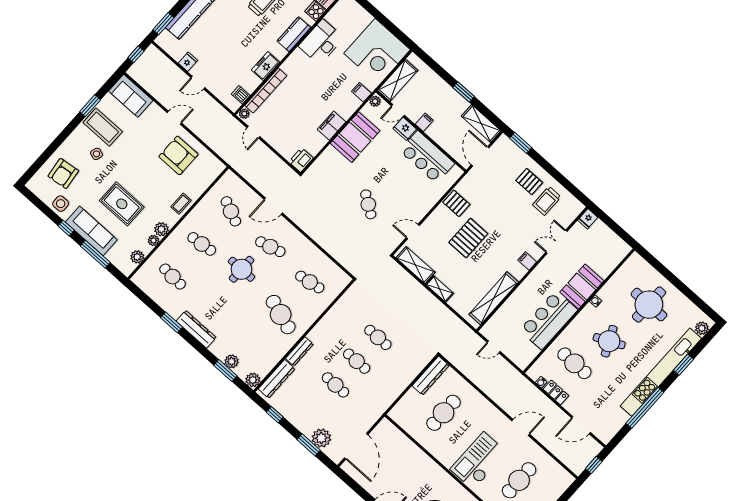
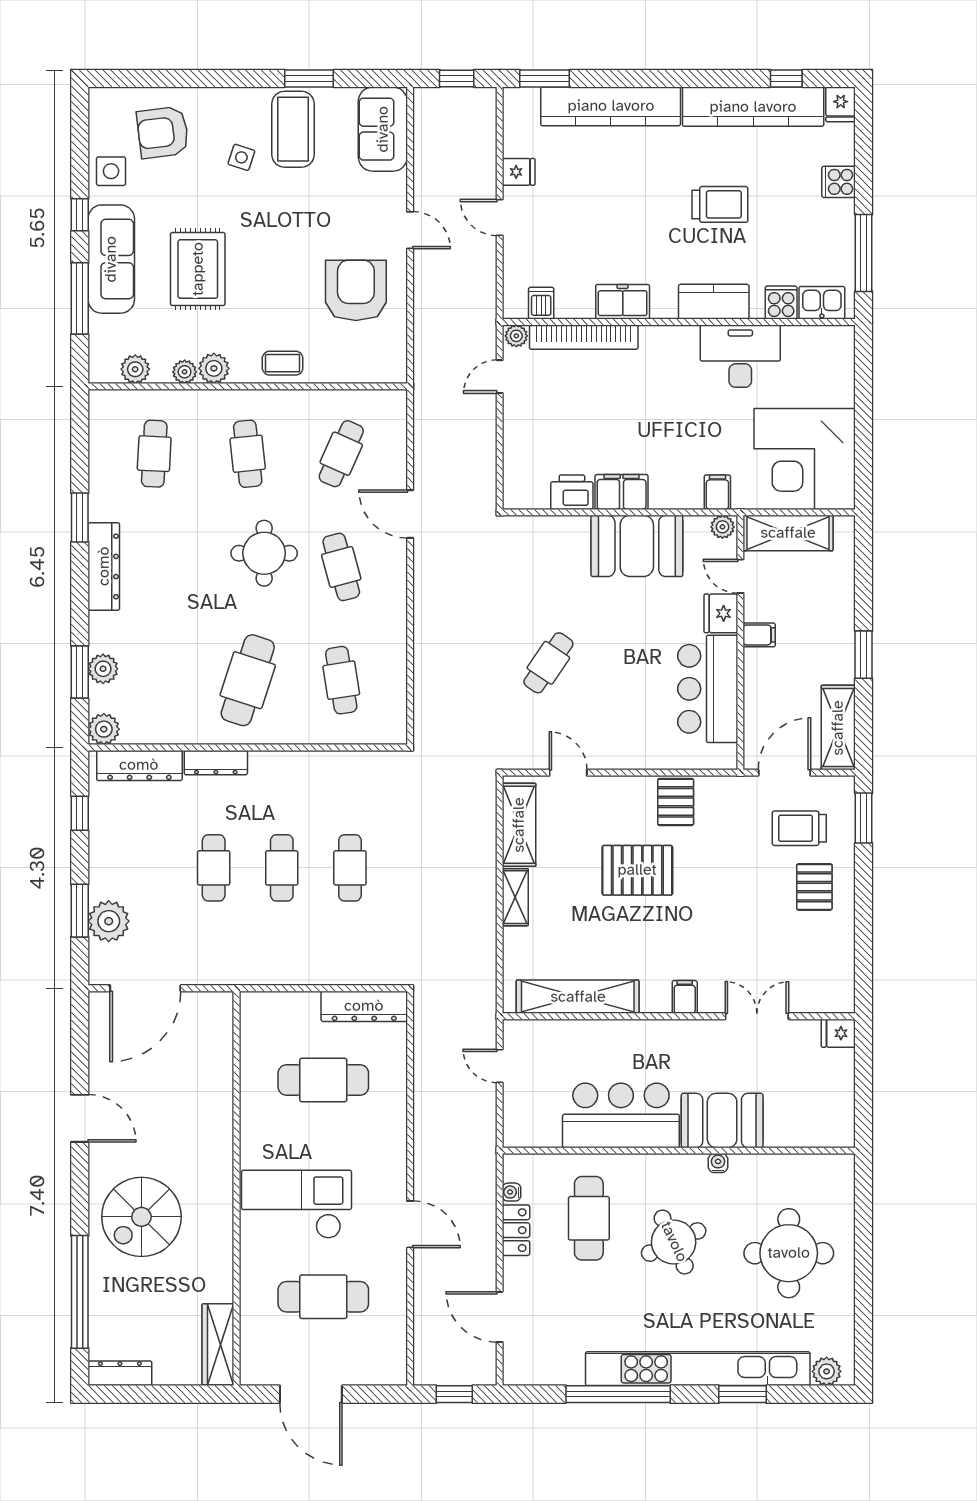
printer: (301, 160) -> (572, 492), moved
trolley: (547, 201) -> (799, 828), moved

